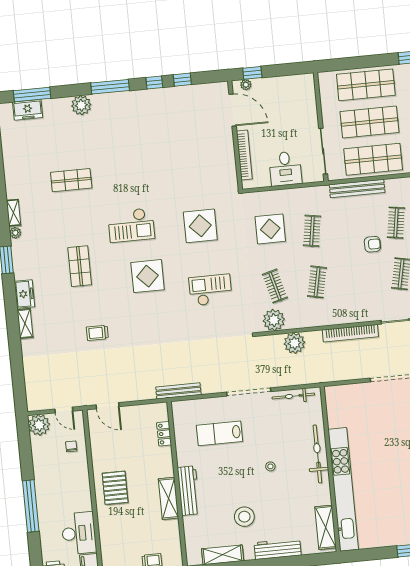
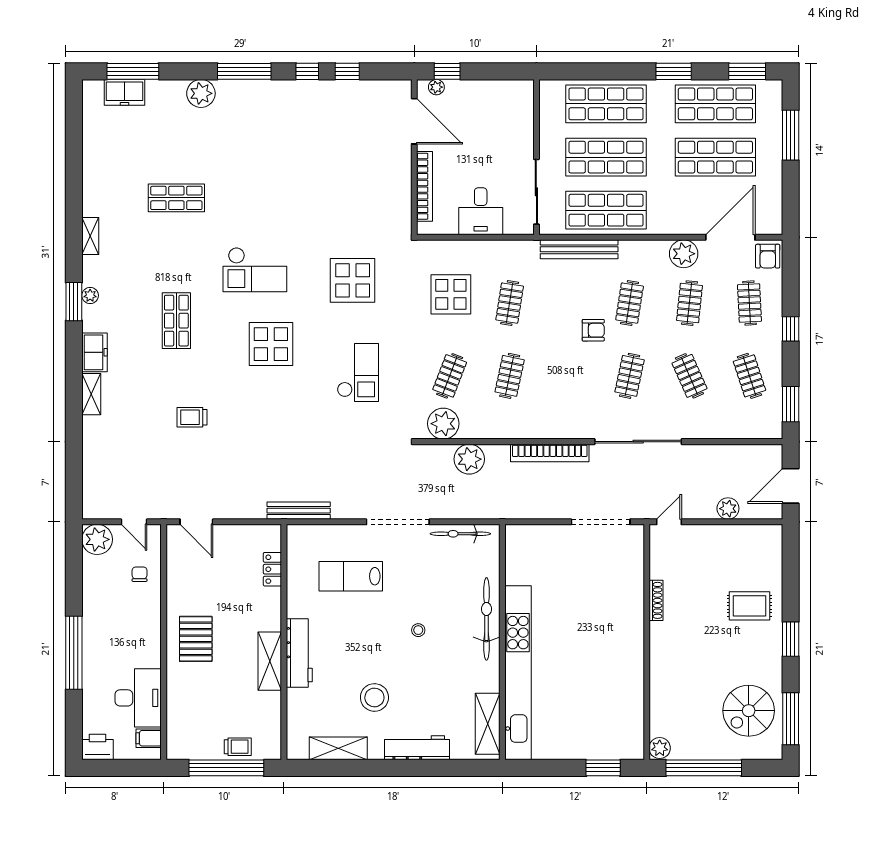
plant: (15, 233) -> (90, 295), moved
clothes rail: (275, 286) -> (450, 376), turned 36
checkout: (210, 290) -> (358, 372), turned 90

